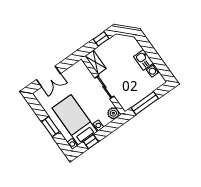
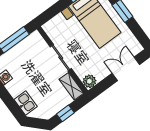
kitchen sink: (144, 60) -> (26, 103), moved
plant: (113, 113) -> (89, 81), moved

